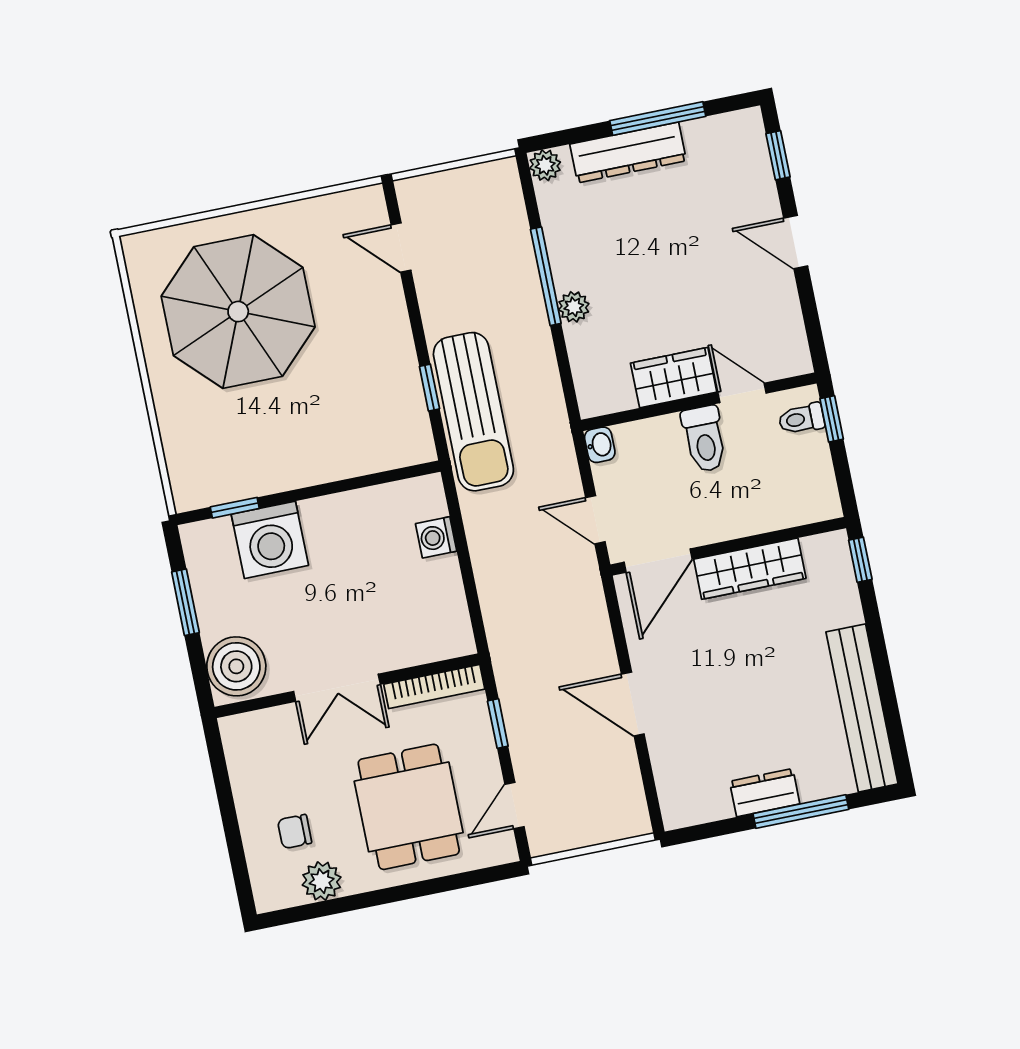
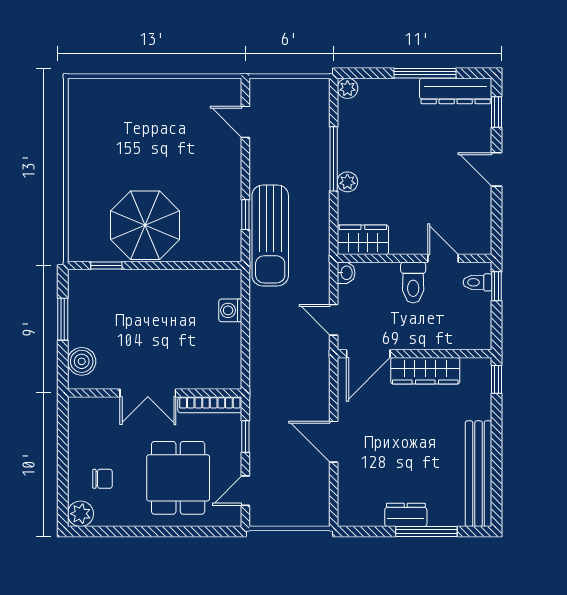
dresser: (628, 152) -> (456, 91), moved
parasol: (238, 312) -> (145, 225), moved, width x0.73, depth x0.73
wardrobe: (674, 378) -> (363, 240), moved
washing machine: (270, 540) -> (124, 290), removed
boiler: (236, 666) -> (82, 361), width x0.73, depth x0.73
chair: (295, 832) -> (102, 479), turned 180
plant: (322, 881) -> (81, 514), moved

